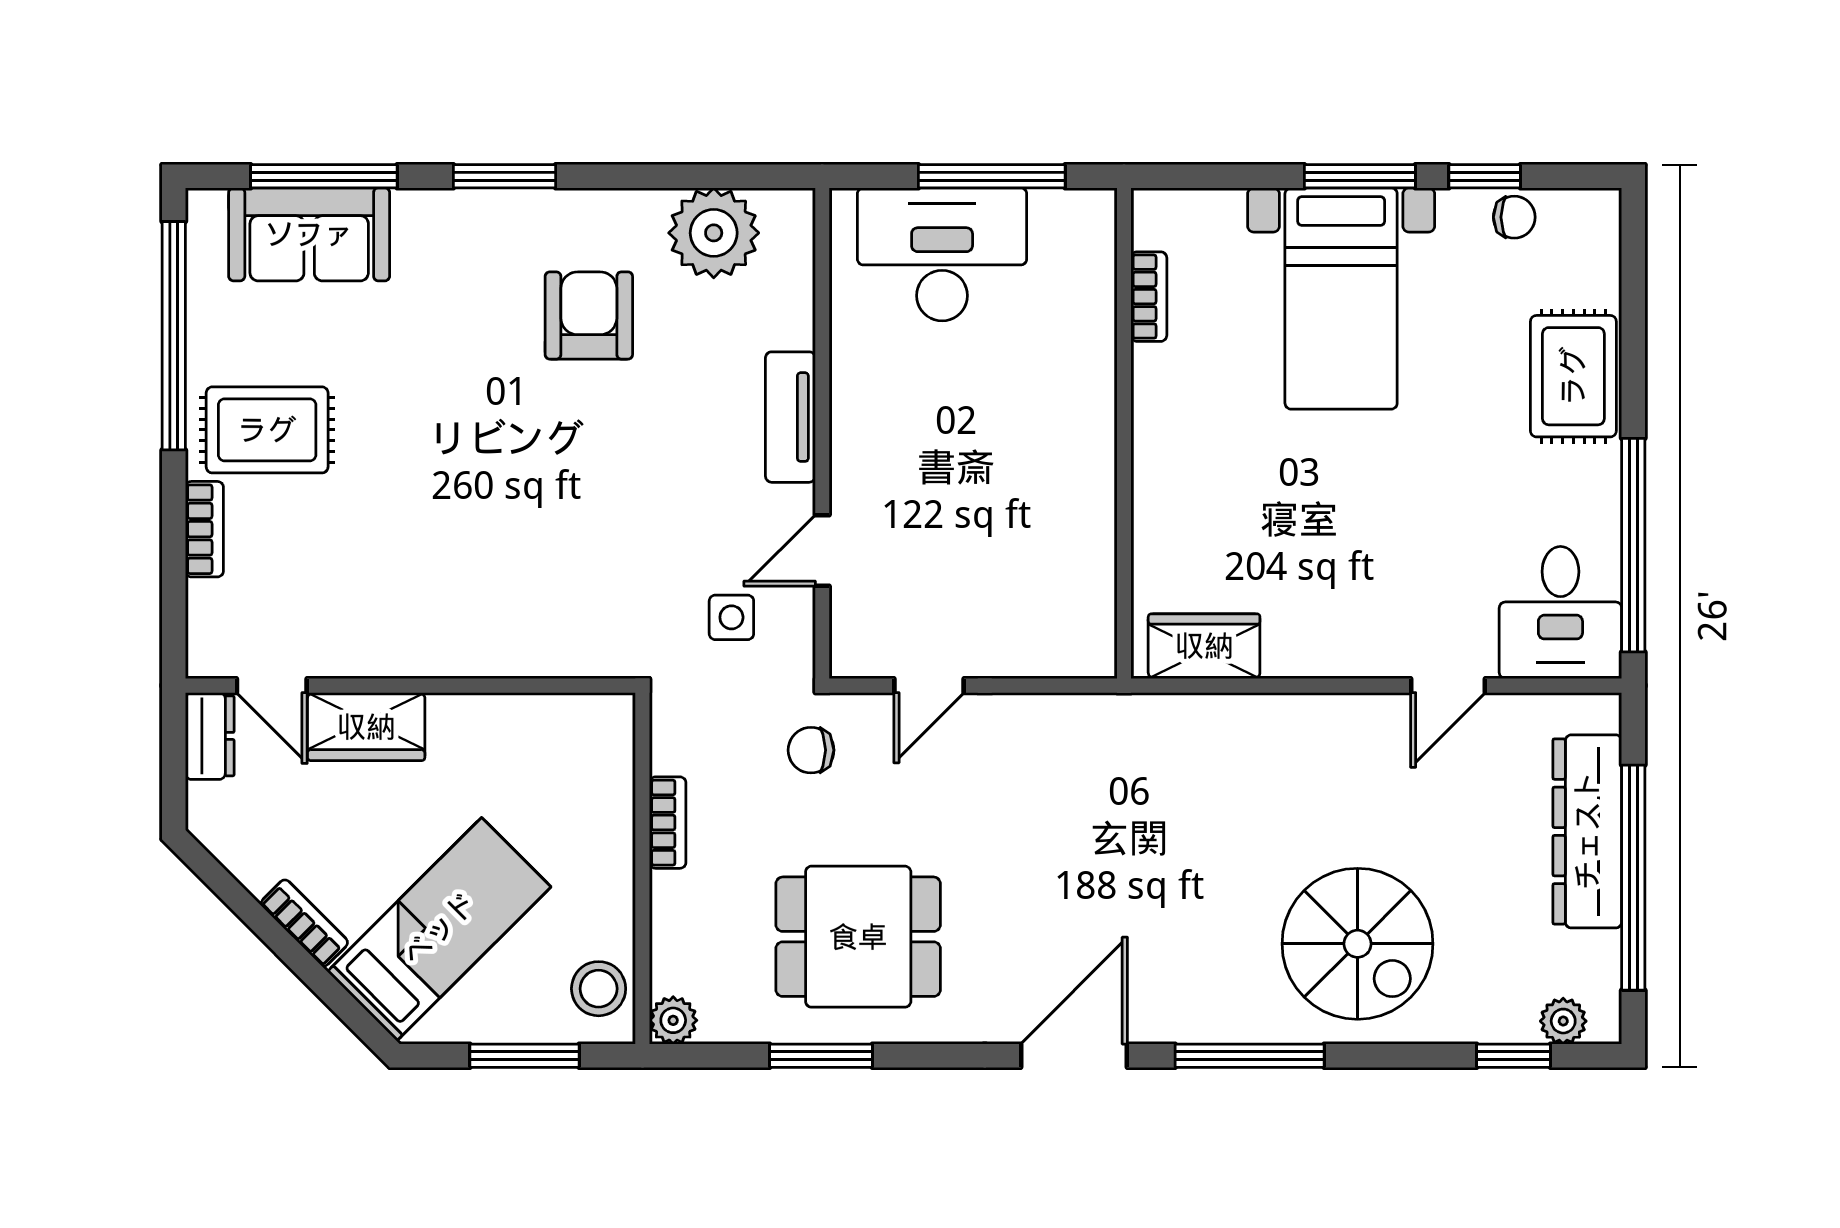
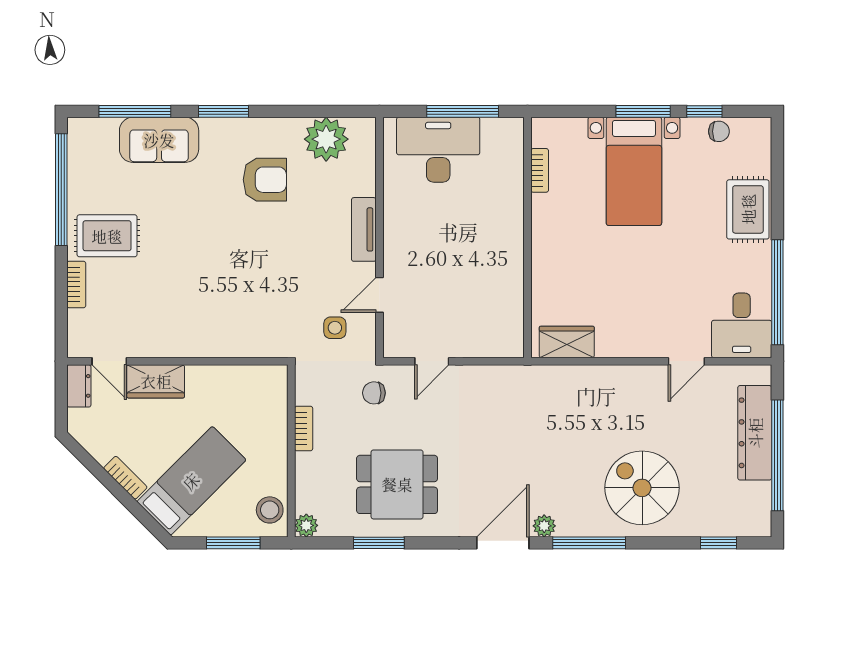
sofa: (309, 234) -> (159, 140), moved
armchair: (589, 315) -> (265, 180), turned 90
spiral stairs: (1358, 944) -> (642, 488), turned 180
plant: (1563, 1021) -> (544, 526), moved

